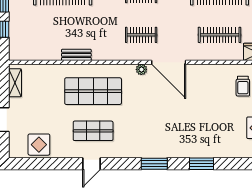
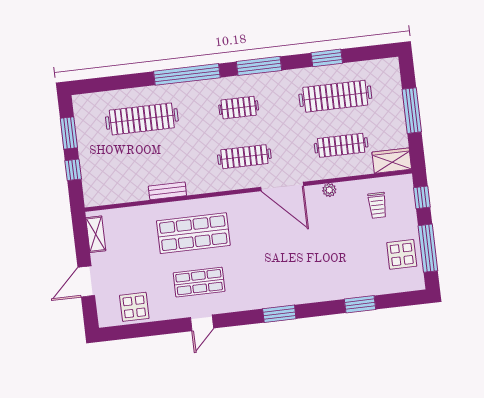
clothes rail: (141, 35) -> (244, 157), width x1.36
plant: (141, 69) -> (329, 190), moved
window: (201, 164) -> (360, 304), moved

